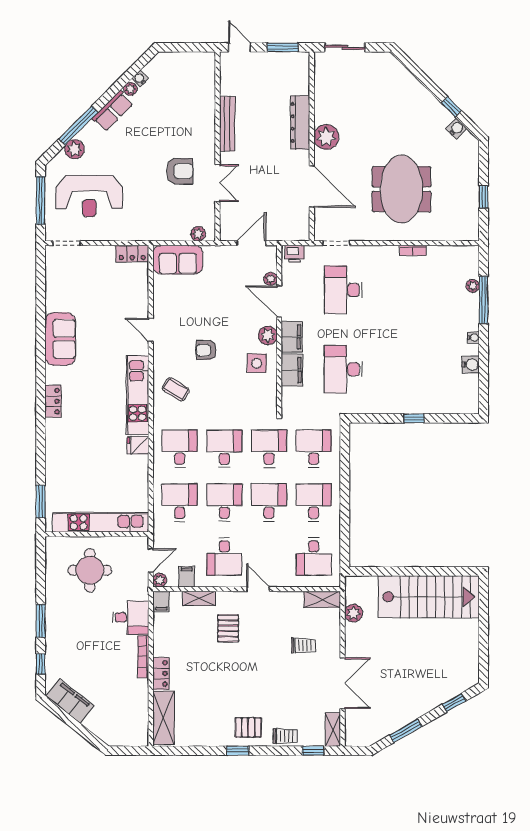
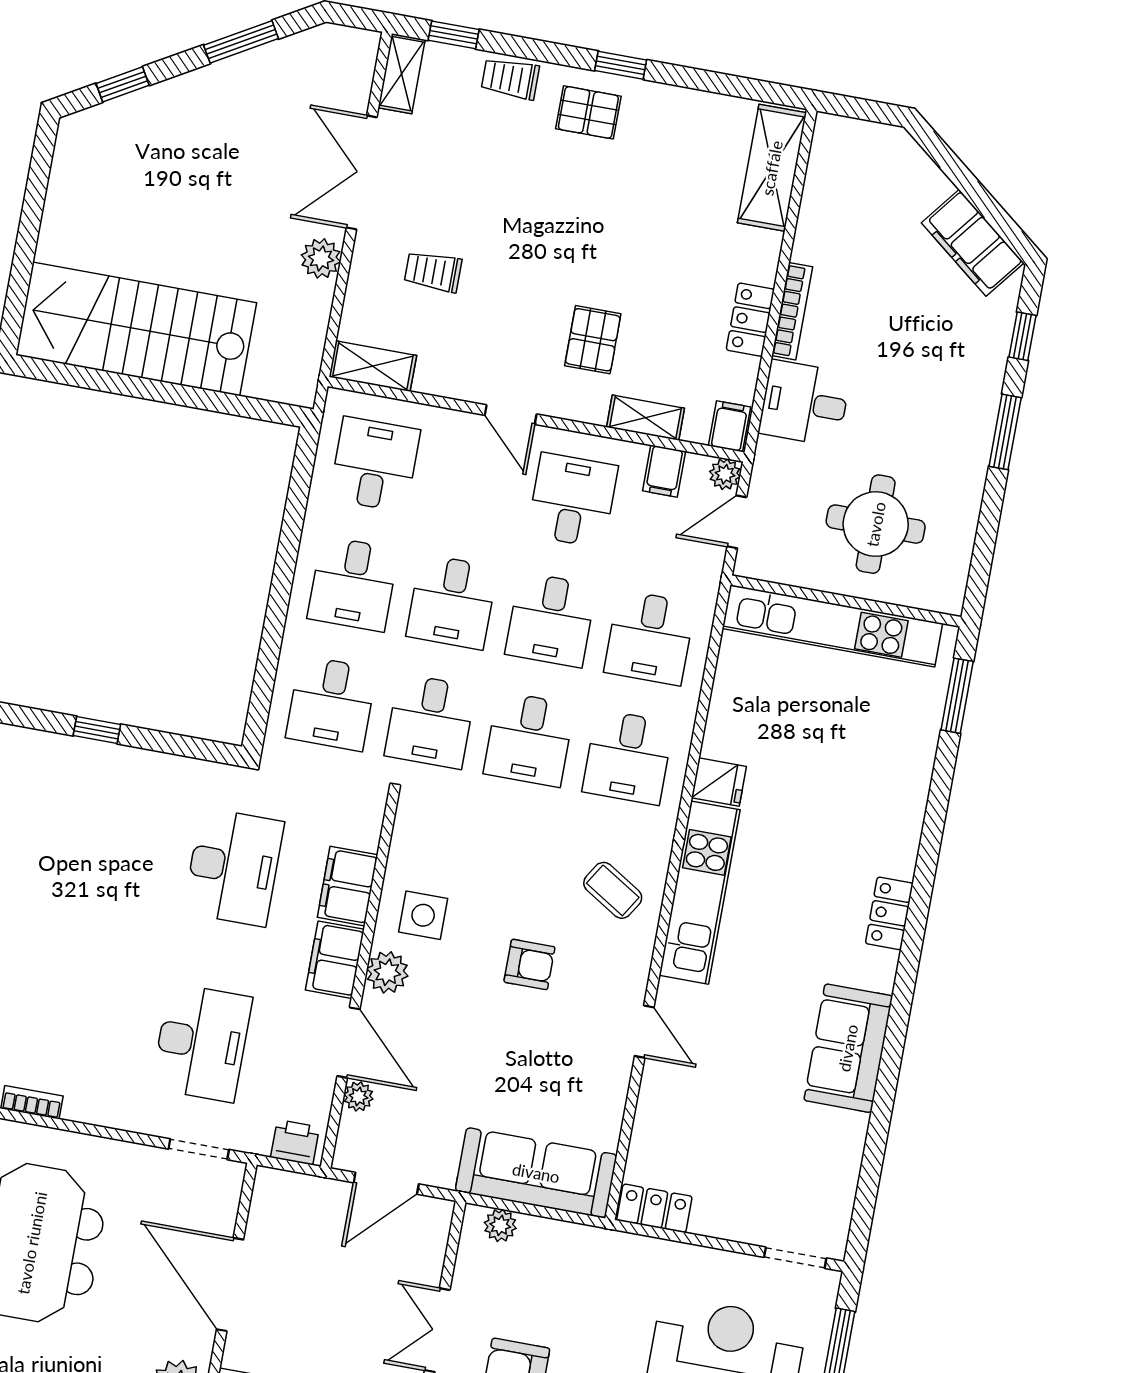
sofa: (178, 260) -> (536, 1173), width x1.36
plant: (353, 613) -> (321, 258), moved
locker: (161, 674) -> (750, 320), moved

